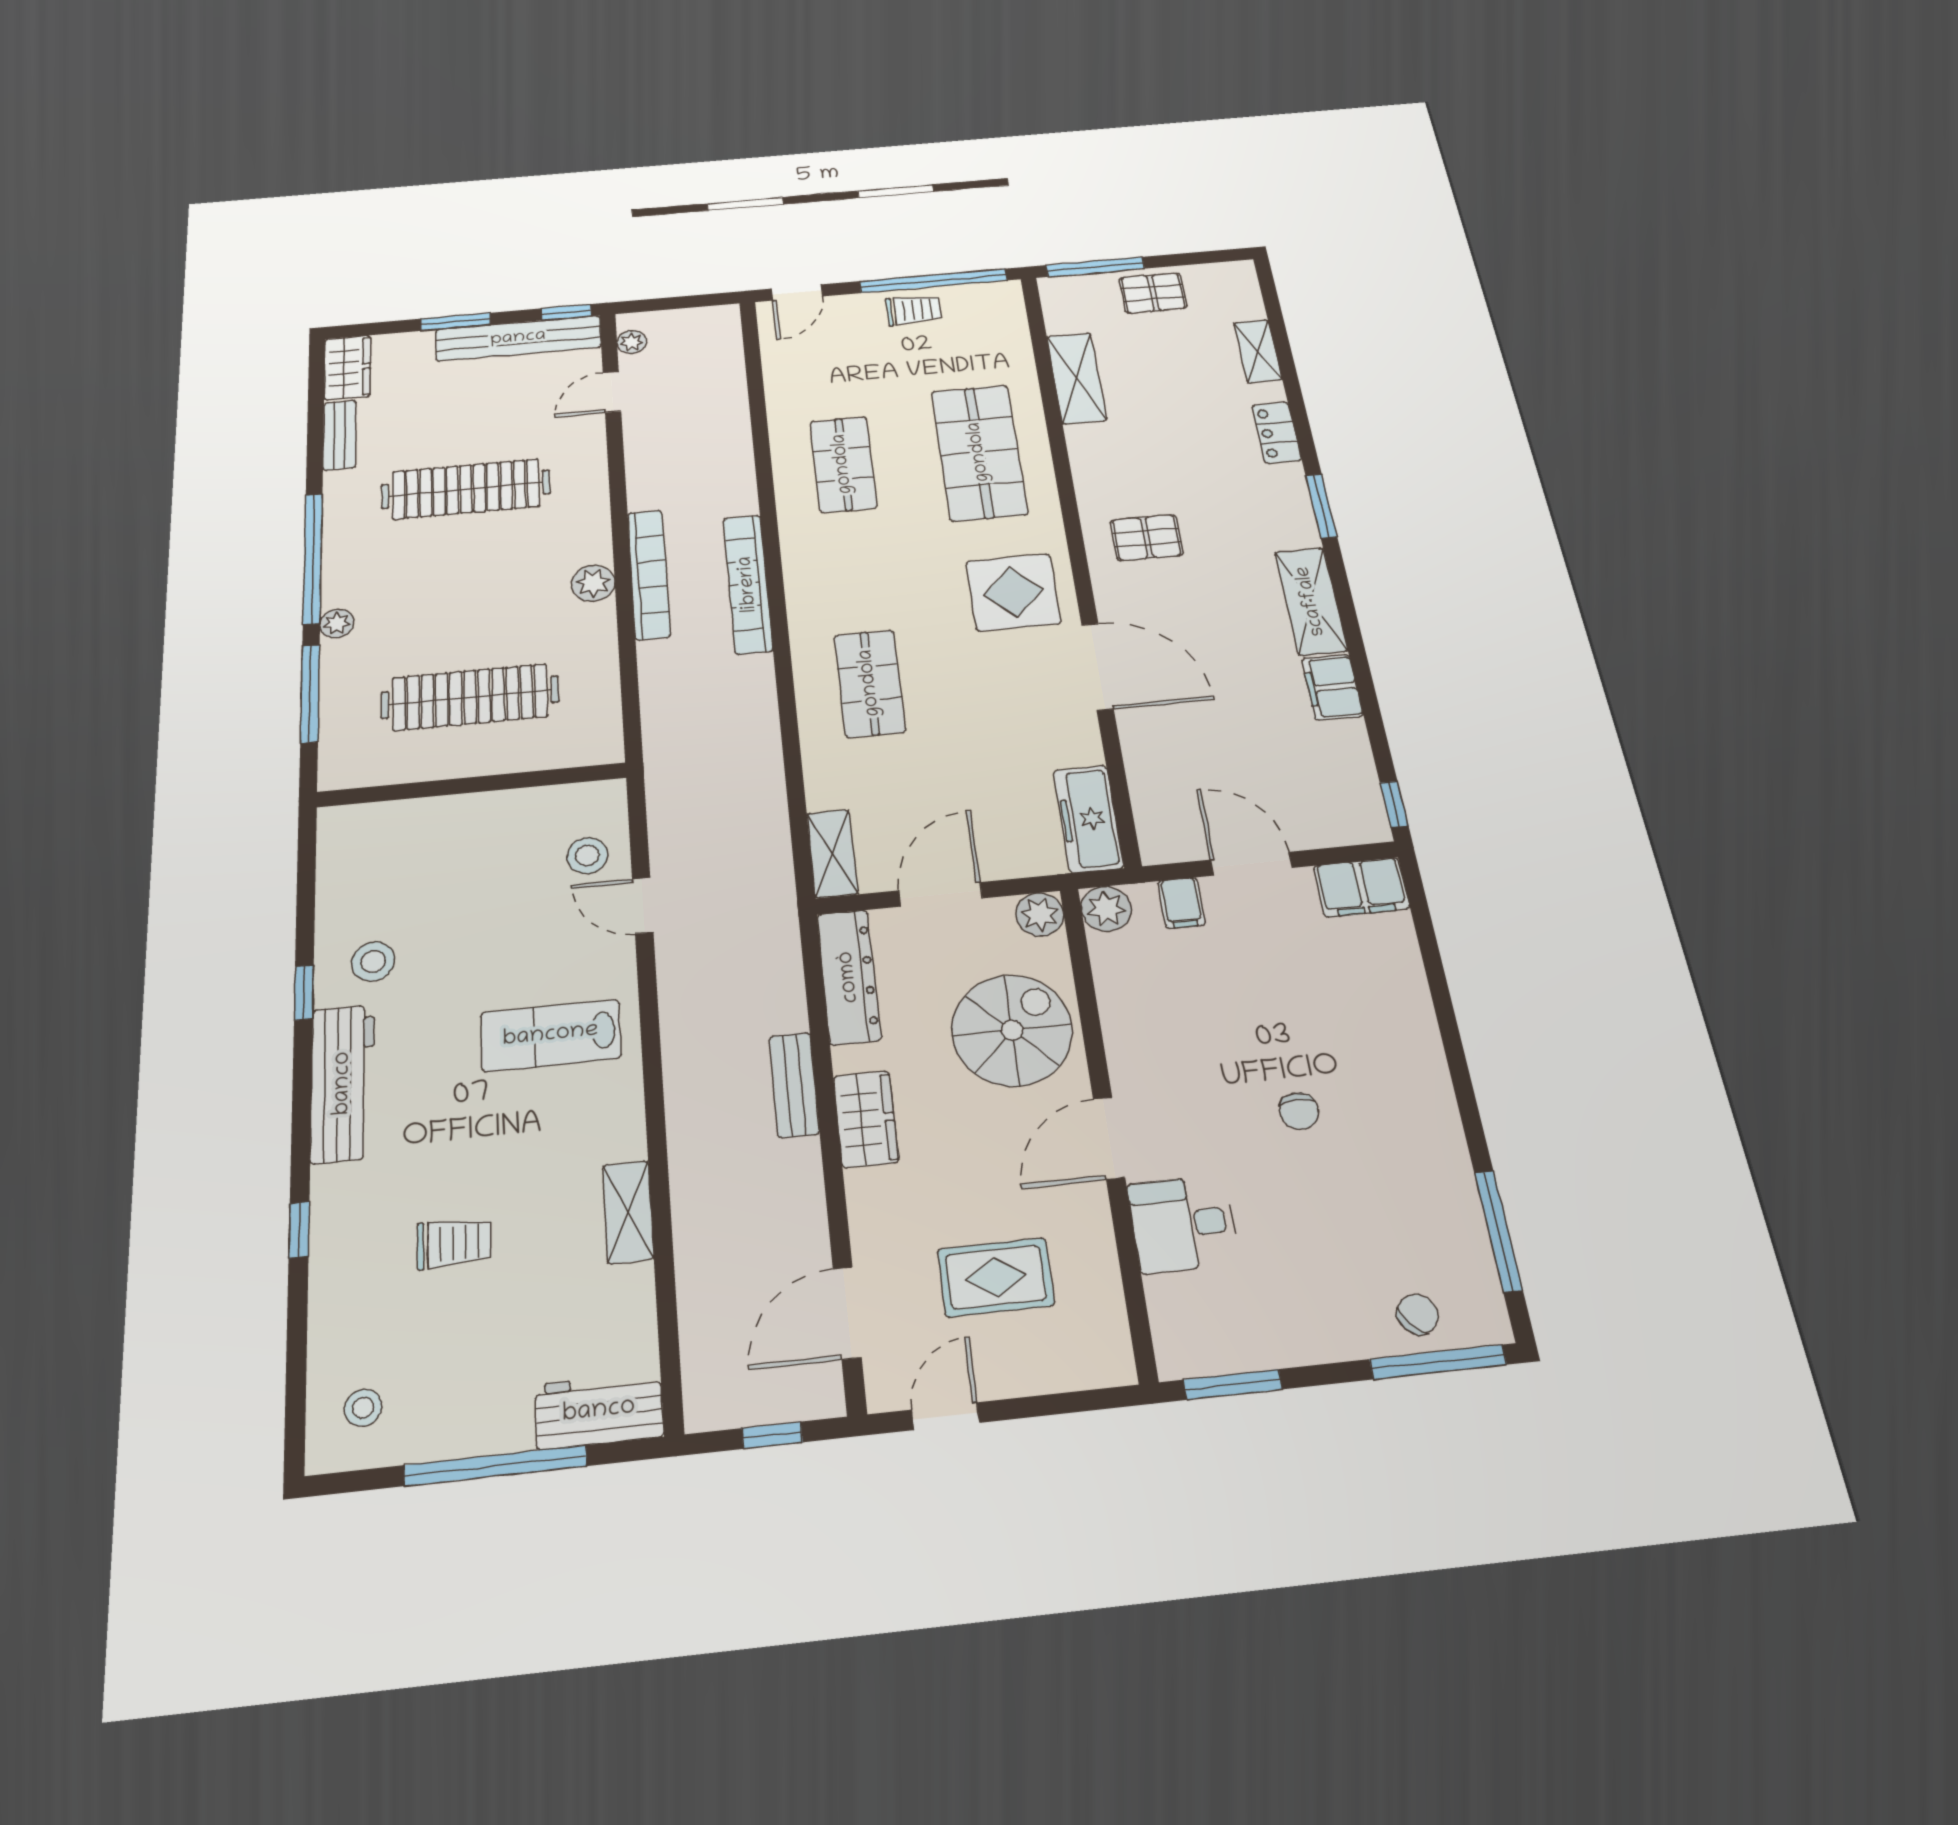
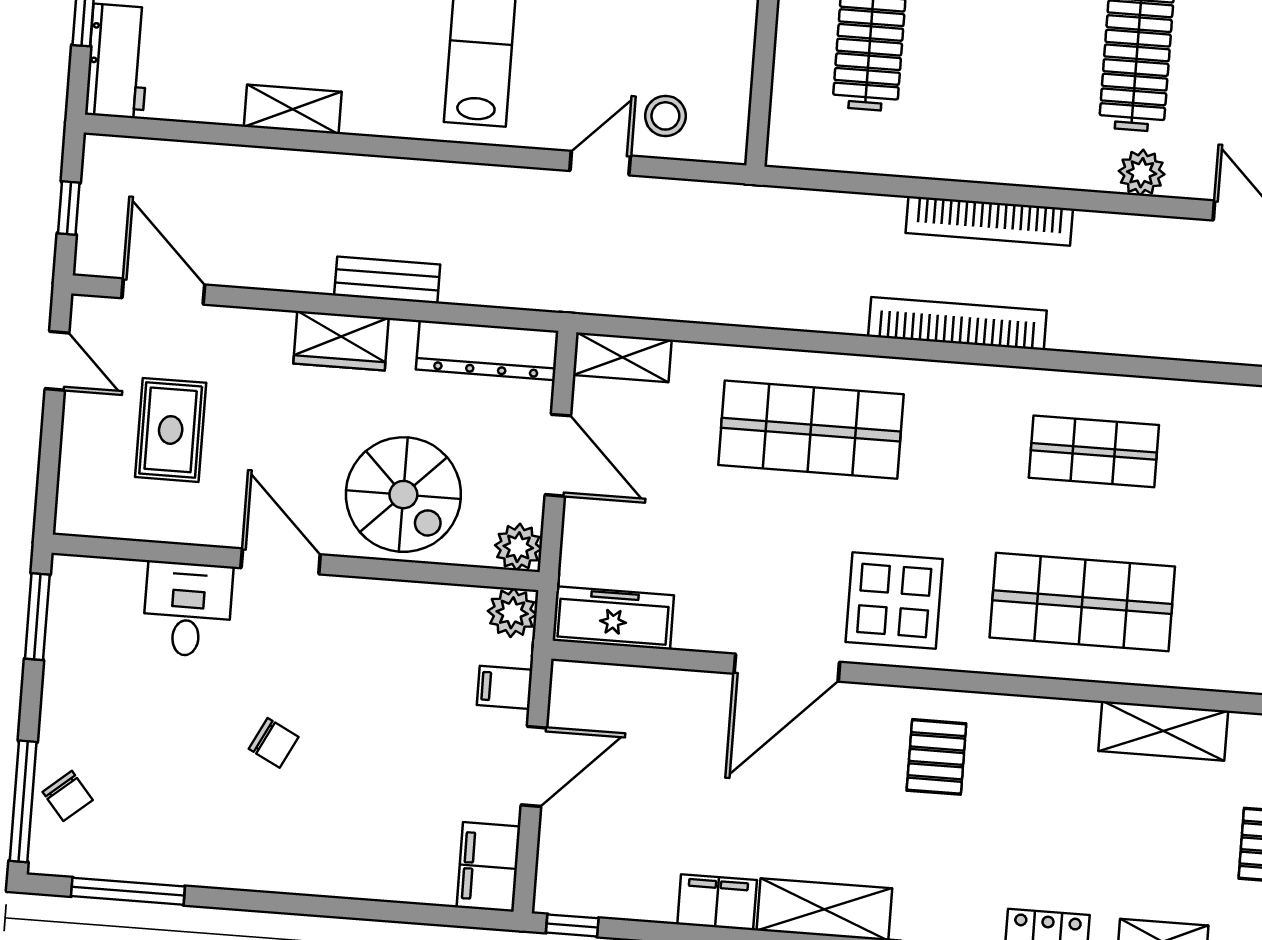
plant: (593, 583) -> (1142, 173), moved
shop shelf: (870, 683) -> (811, 430), width x1.43, depth x1.36
chair: (1299, 1111) -> (274, 743), turned -153

